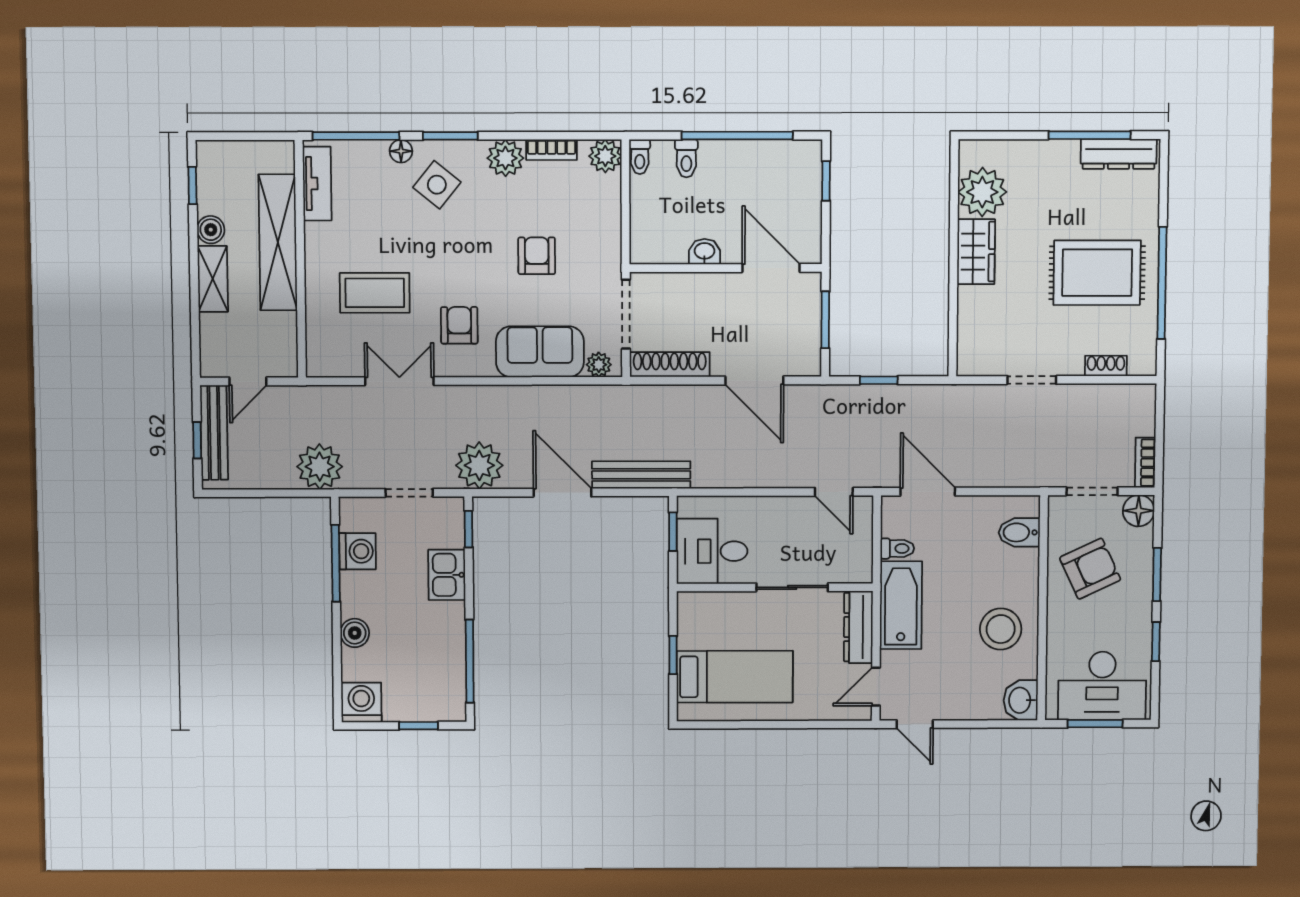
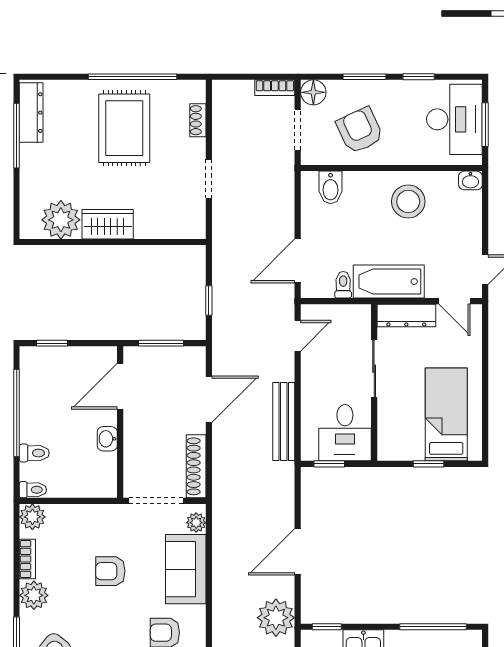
bench: (641, 475) -> (284, 422), moved
washbasin: (1021, 700) -> (470, 180), width x0.72, depth x0.69

